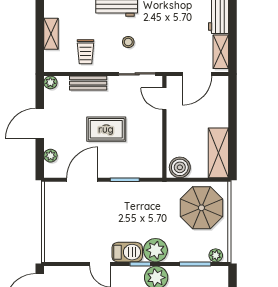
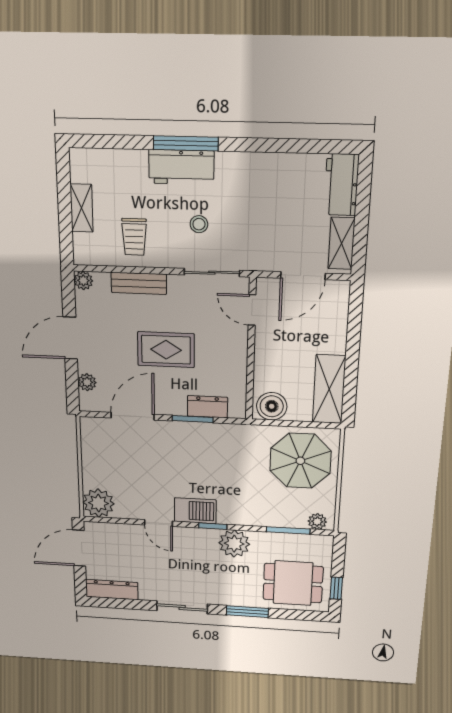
dresser: (135, 170) -> (207, 407), added
plant: (155, 250) -> (98, 503), moved

